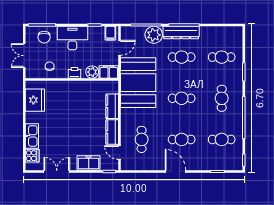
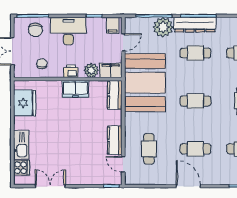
kitchen counter: (112, 106) -> (115, 95), moved
freezer: (89, 163) -> (75, 89), moved, turned 180

